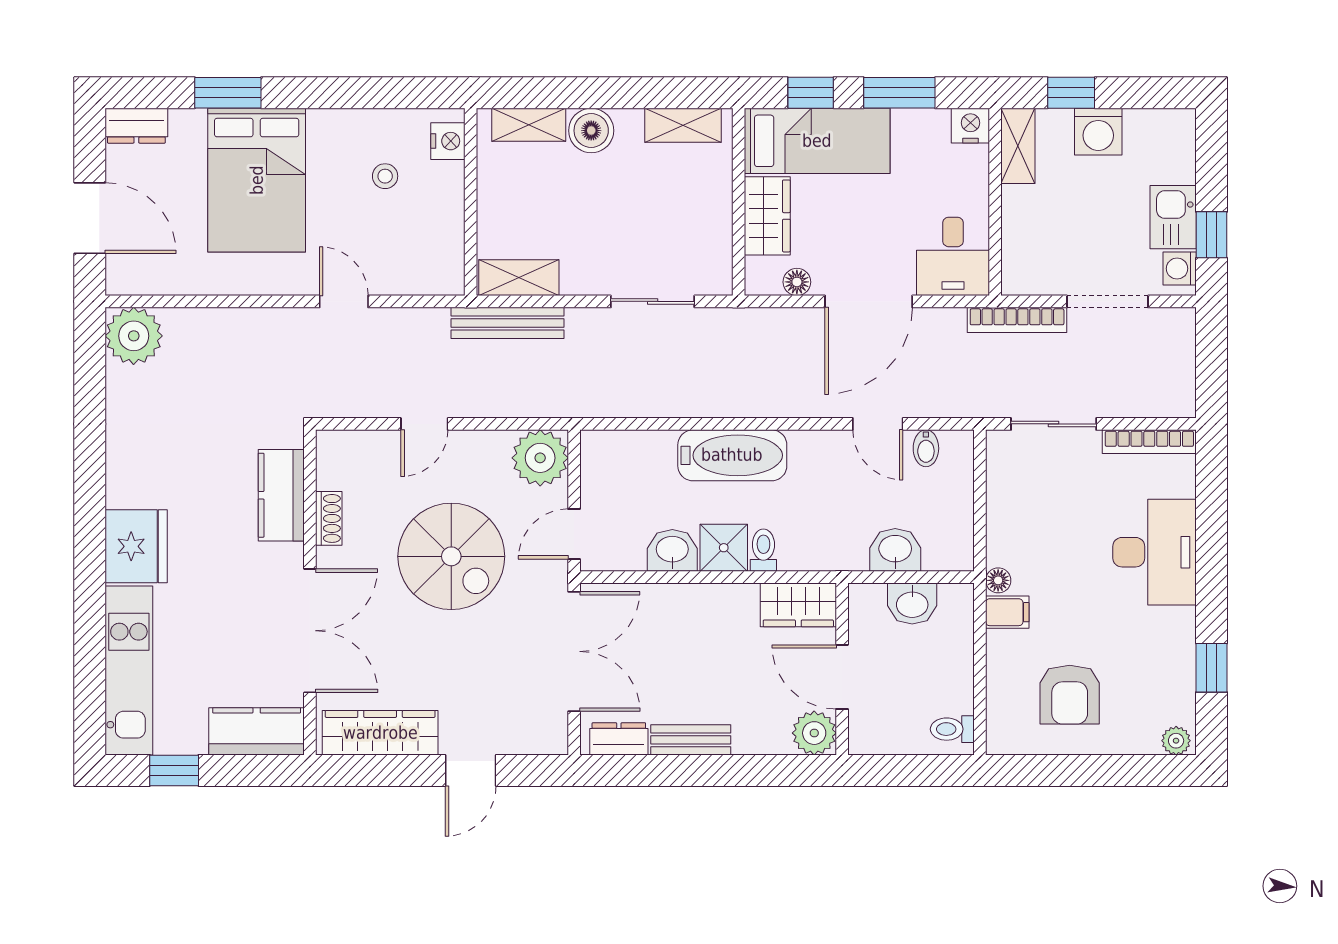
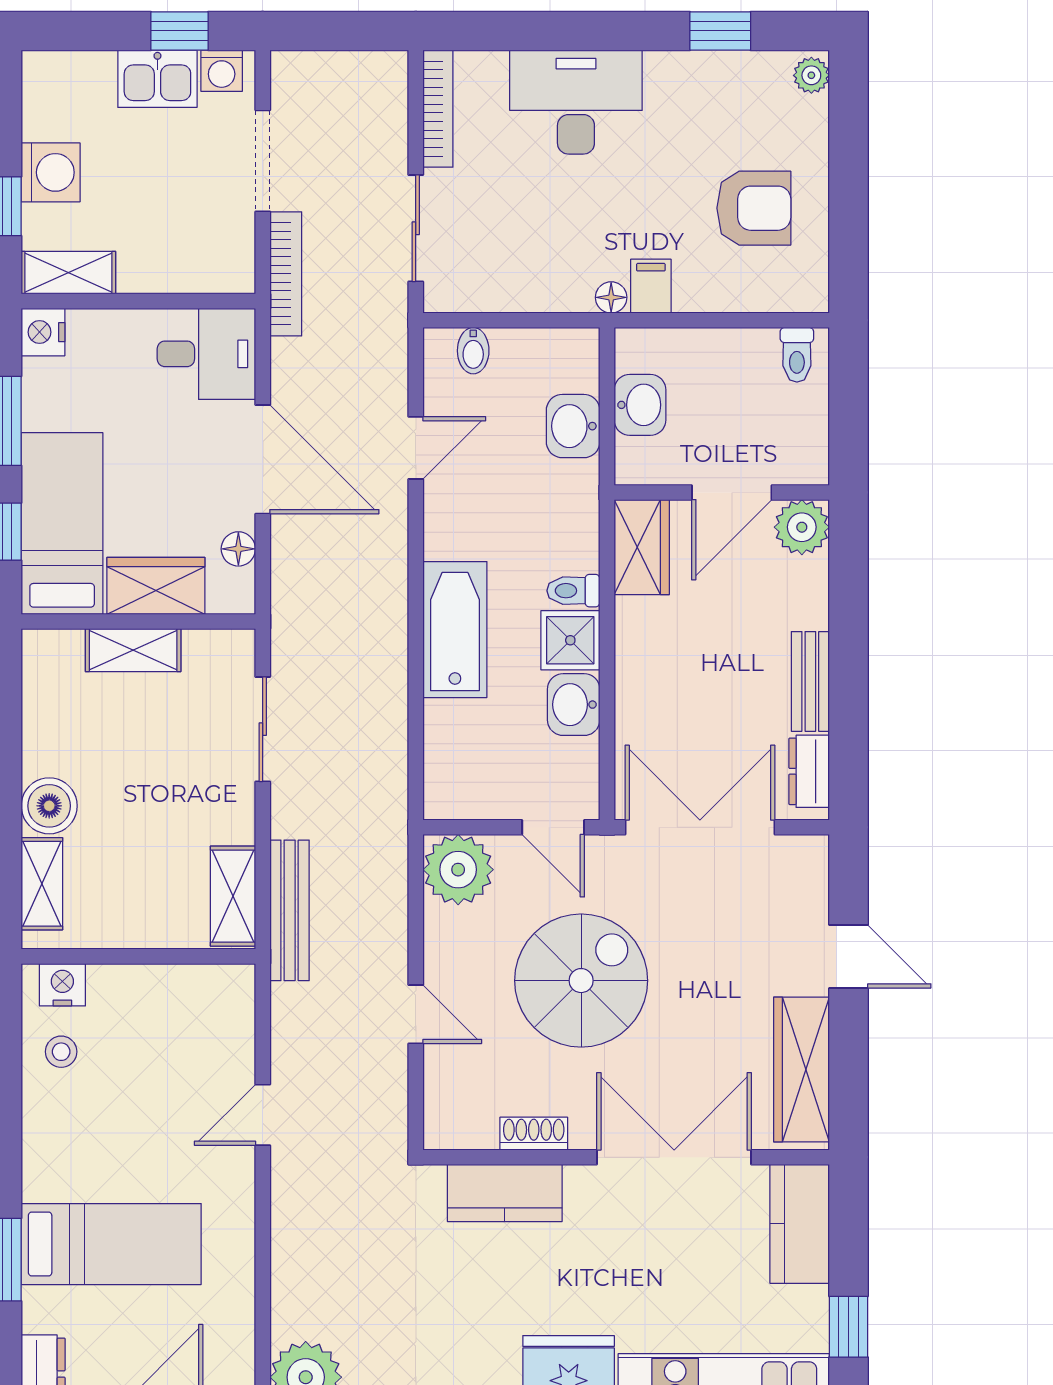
shelving: (683, 125) -> (133, 650), moved, turned 90
stool: (385, 176) -> (61, 1052), moved
bed: (257, 180) -> (111, 1244), width x0.67
bidet: (926, 448) -> (473, 351), moved, turned 90

